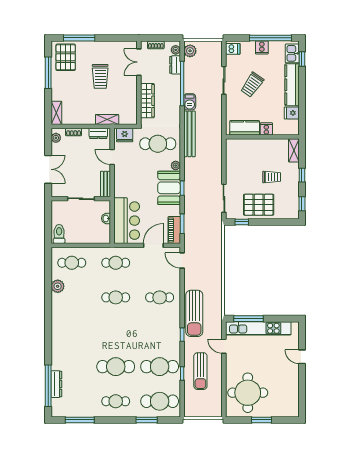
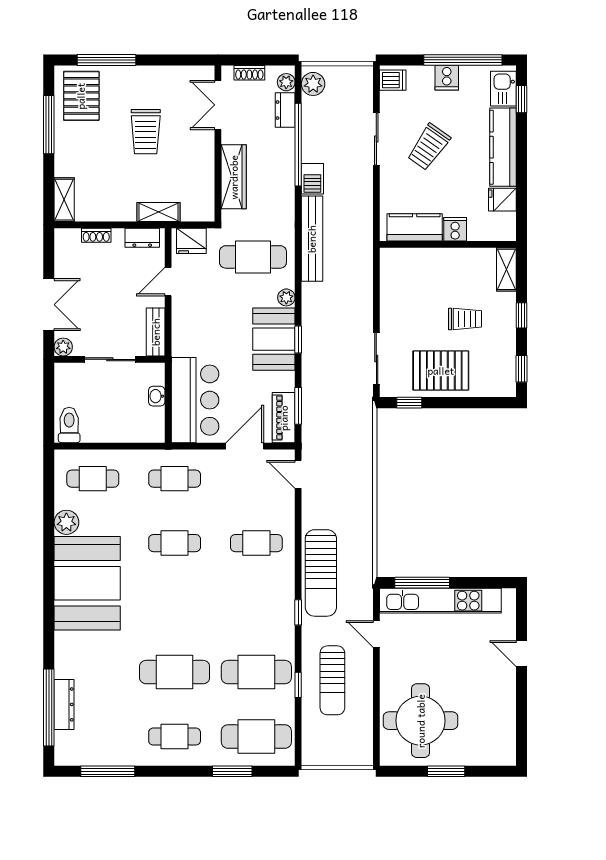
plant: (56, 138) -> (63, 347), moved
door: (112, 157) -> (168, 282), hinge flipped
booth: (69, 319) -> (87, 583), added

